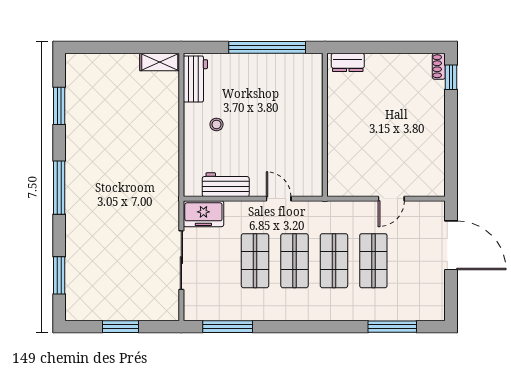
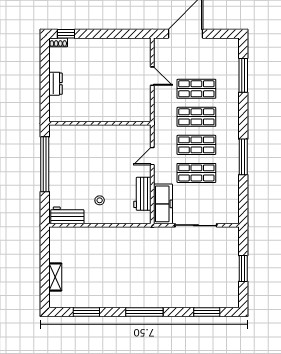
shelving: (160, 62) -> (55, 277), moved
dresser: (348, 62) -> (55, 84), moved
freezer: (203, 214) -> (163, 204), width x1.40
window: (228, 327) -> (243, 157), moved

